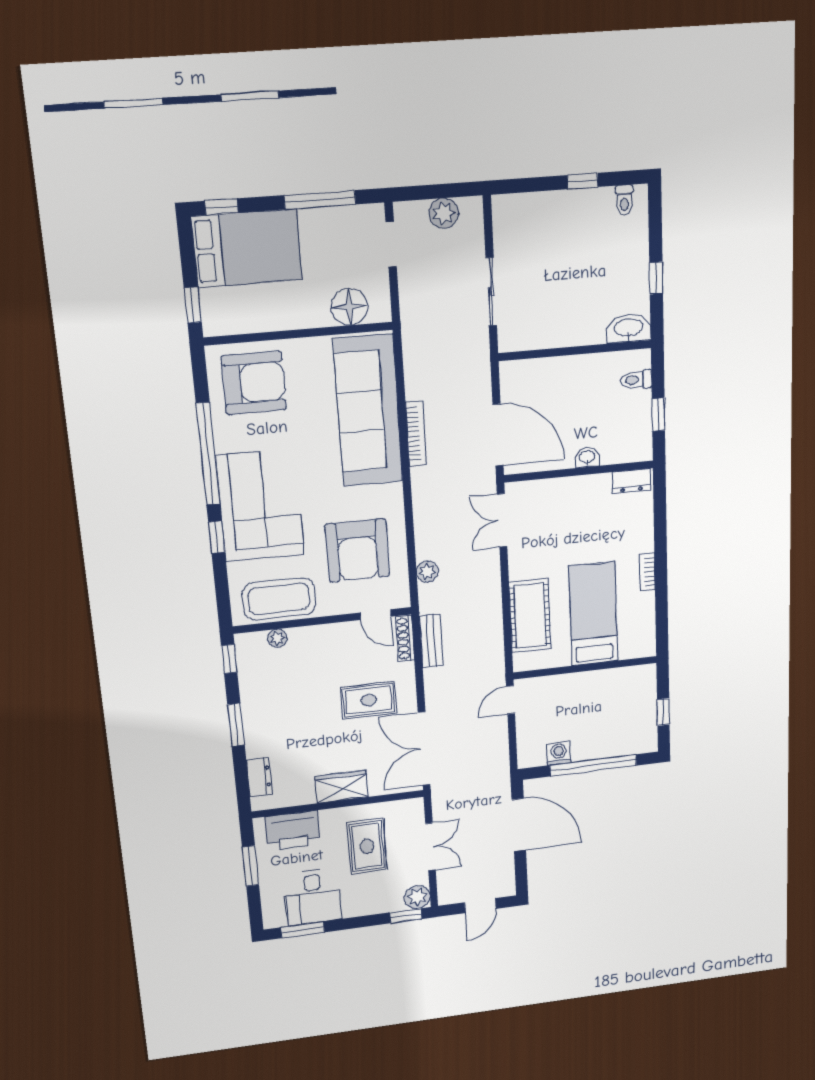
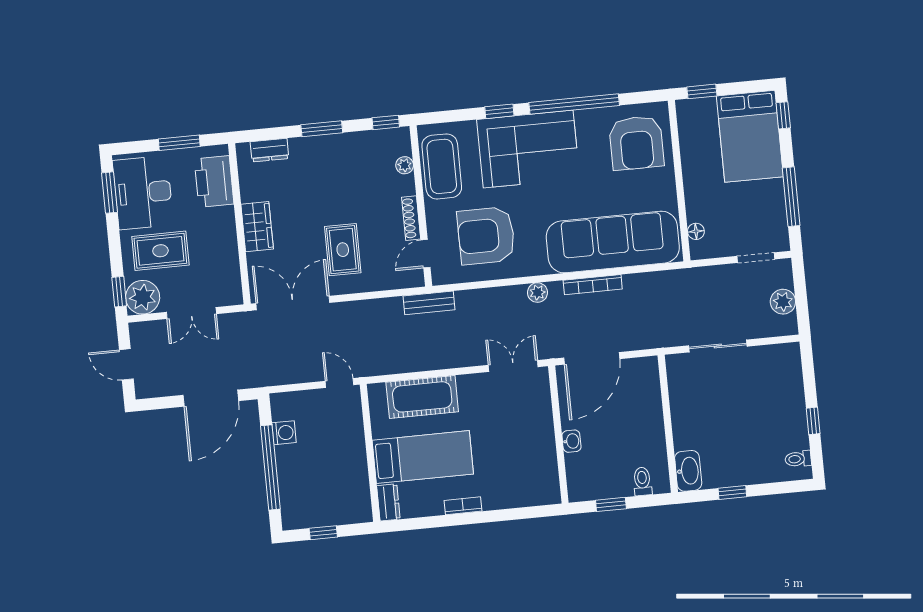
floor lamp: (349, 307) -> (696, 231), width x0.53, depth x0.53
dresser: (631, 481) -> (388, 502), moved, turned 180
plant: (427, 572) -> (537, 293), moved
shoe rack: (405, 638) -> (411, 218), moved, turned -90
bench: (431, 641) -> (429, 303), moved
rug: (367, 846) -> (160, 251), moved
desk: (313, 897) -> (143, 193), width x1.37
plant: (417, 897) -> (143, 297), width x1.36, depth x1.36

